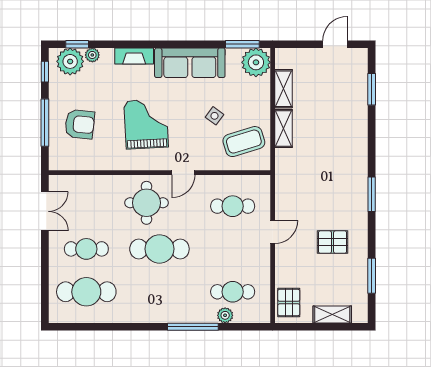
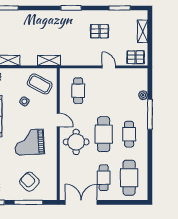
armchair: (80, 124) -> (29, 182), turned -52
shelving: (283, 128) -> (49, 60), moved
coffee table: (244, 142) -> (40, 84), turned -45
double door: (45, 211) -> (81, 202), width x1.37
door: (273, 232) -> (109, 67), moved
pallet: (333, 242) -> (100, 31), turned 90
cafe table: (233, 292) -> (129, 134), moved

